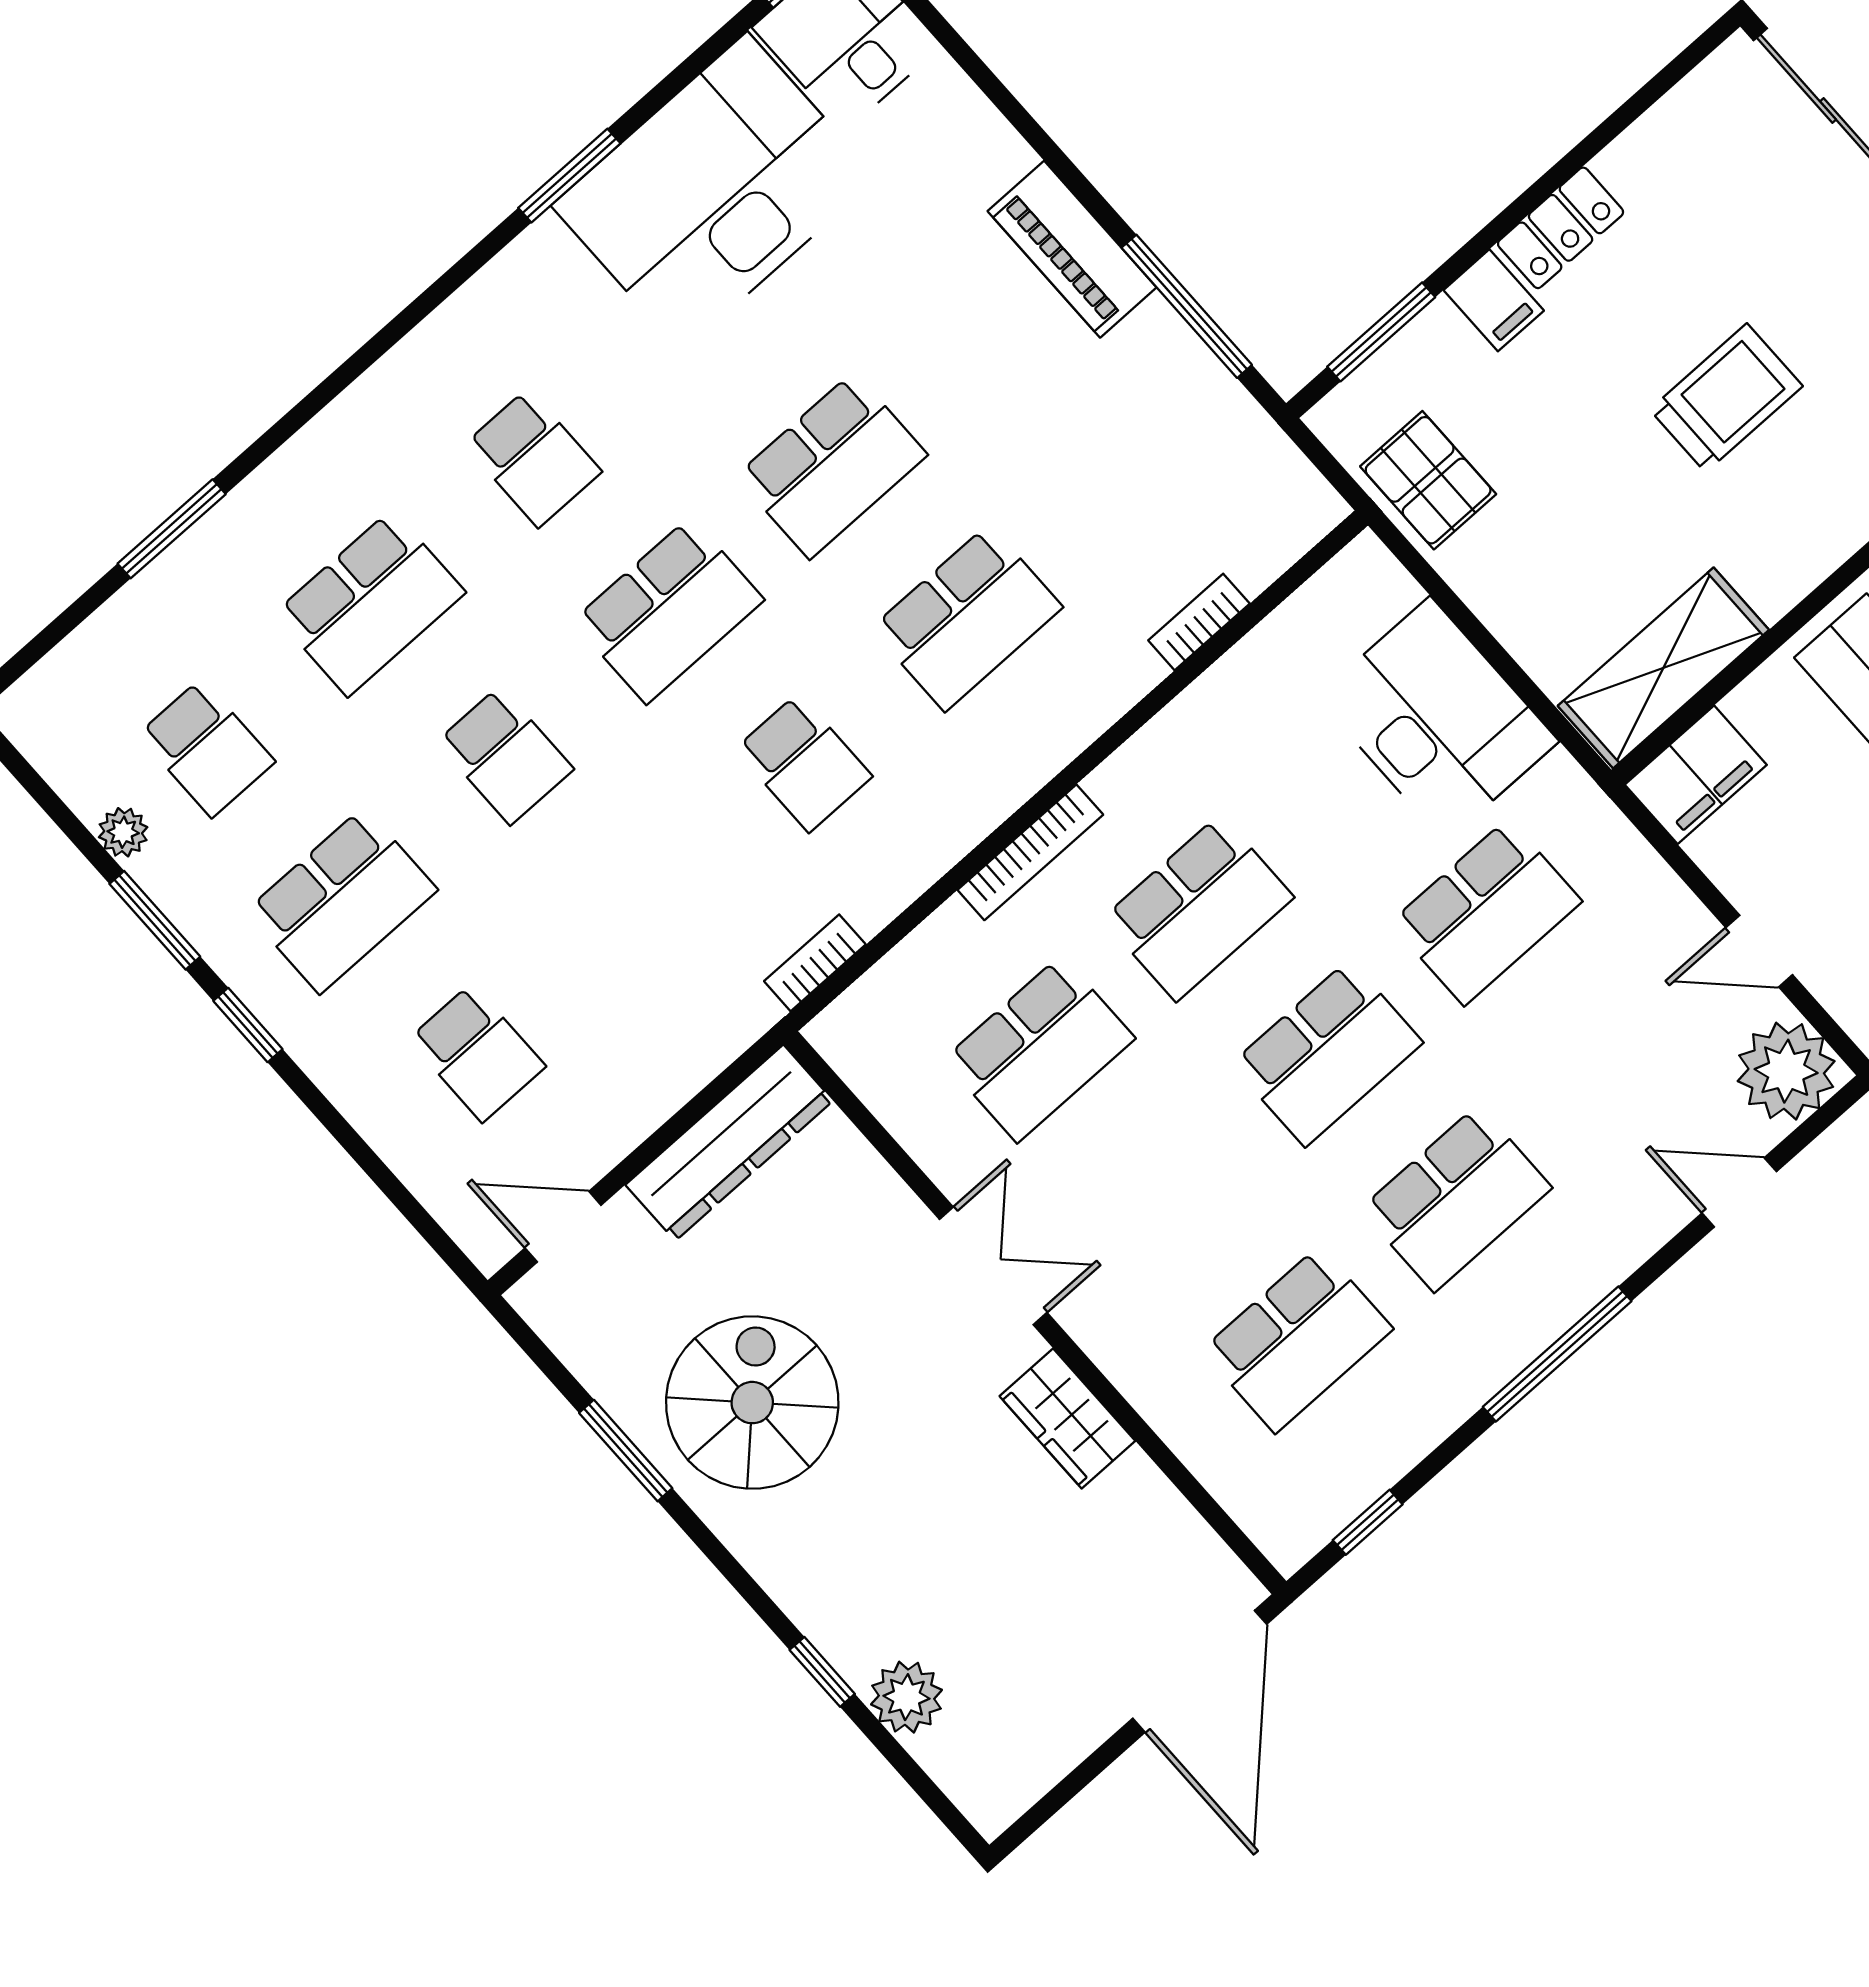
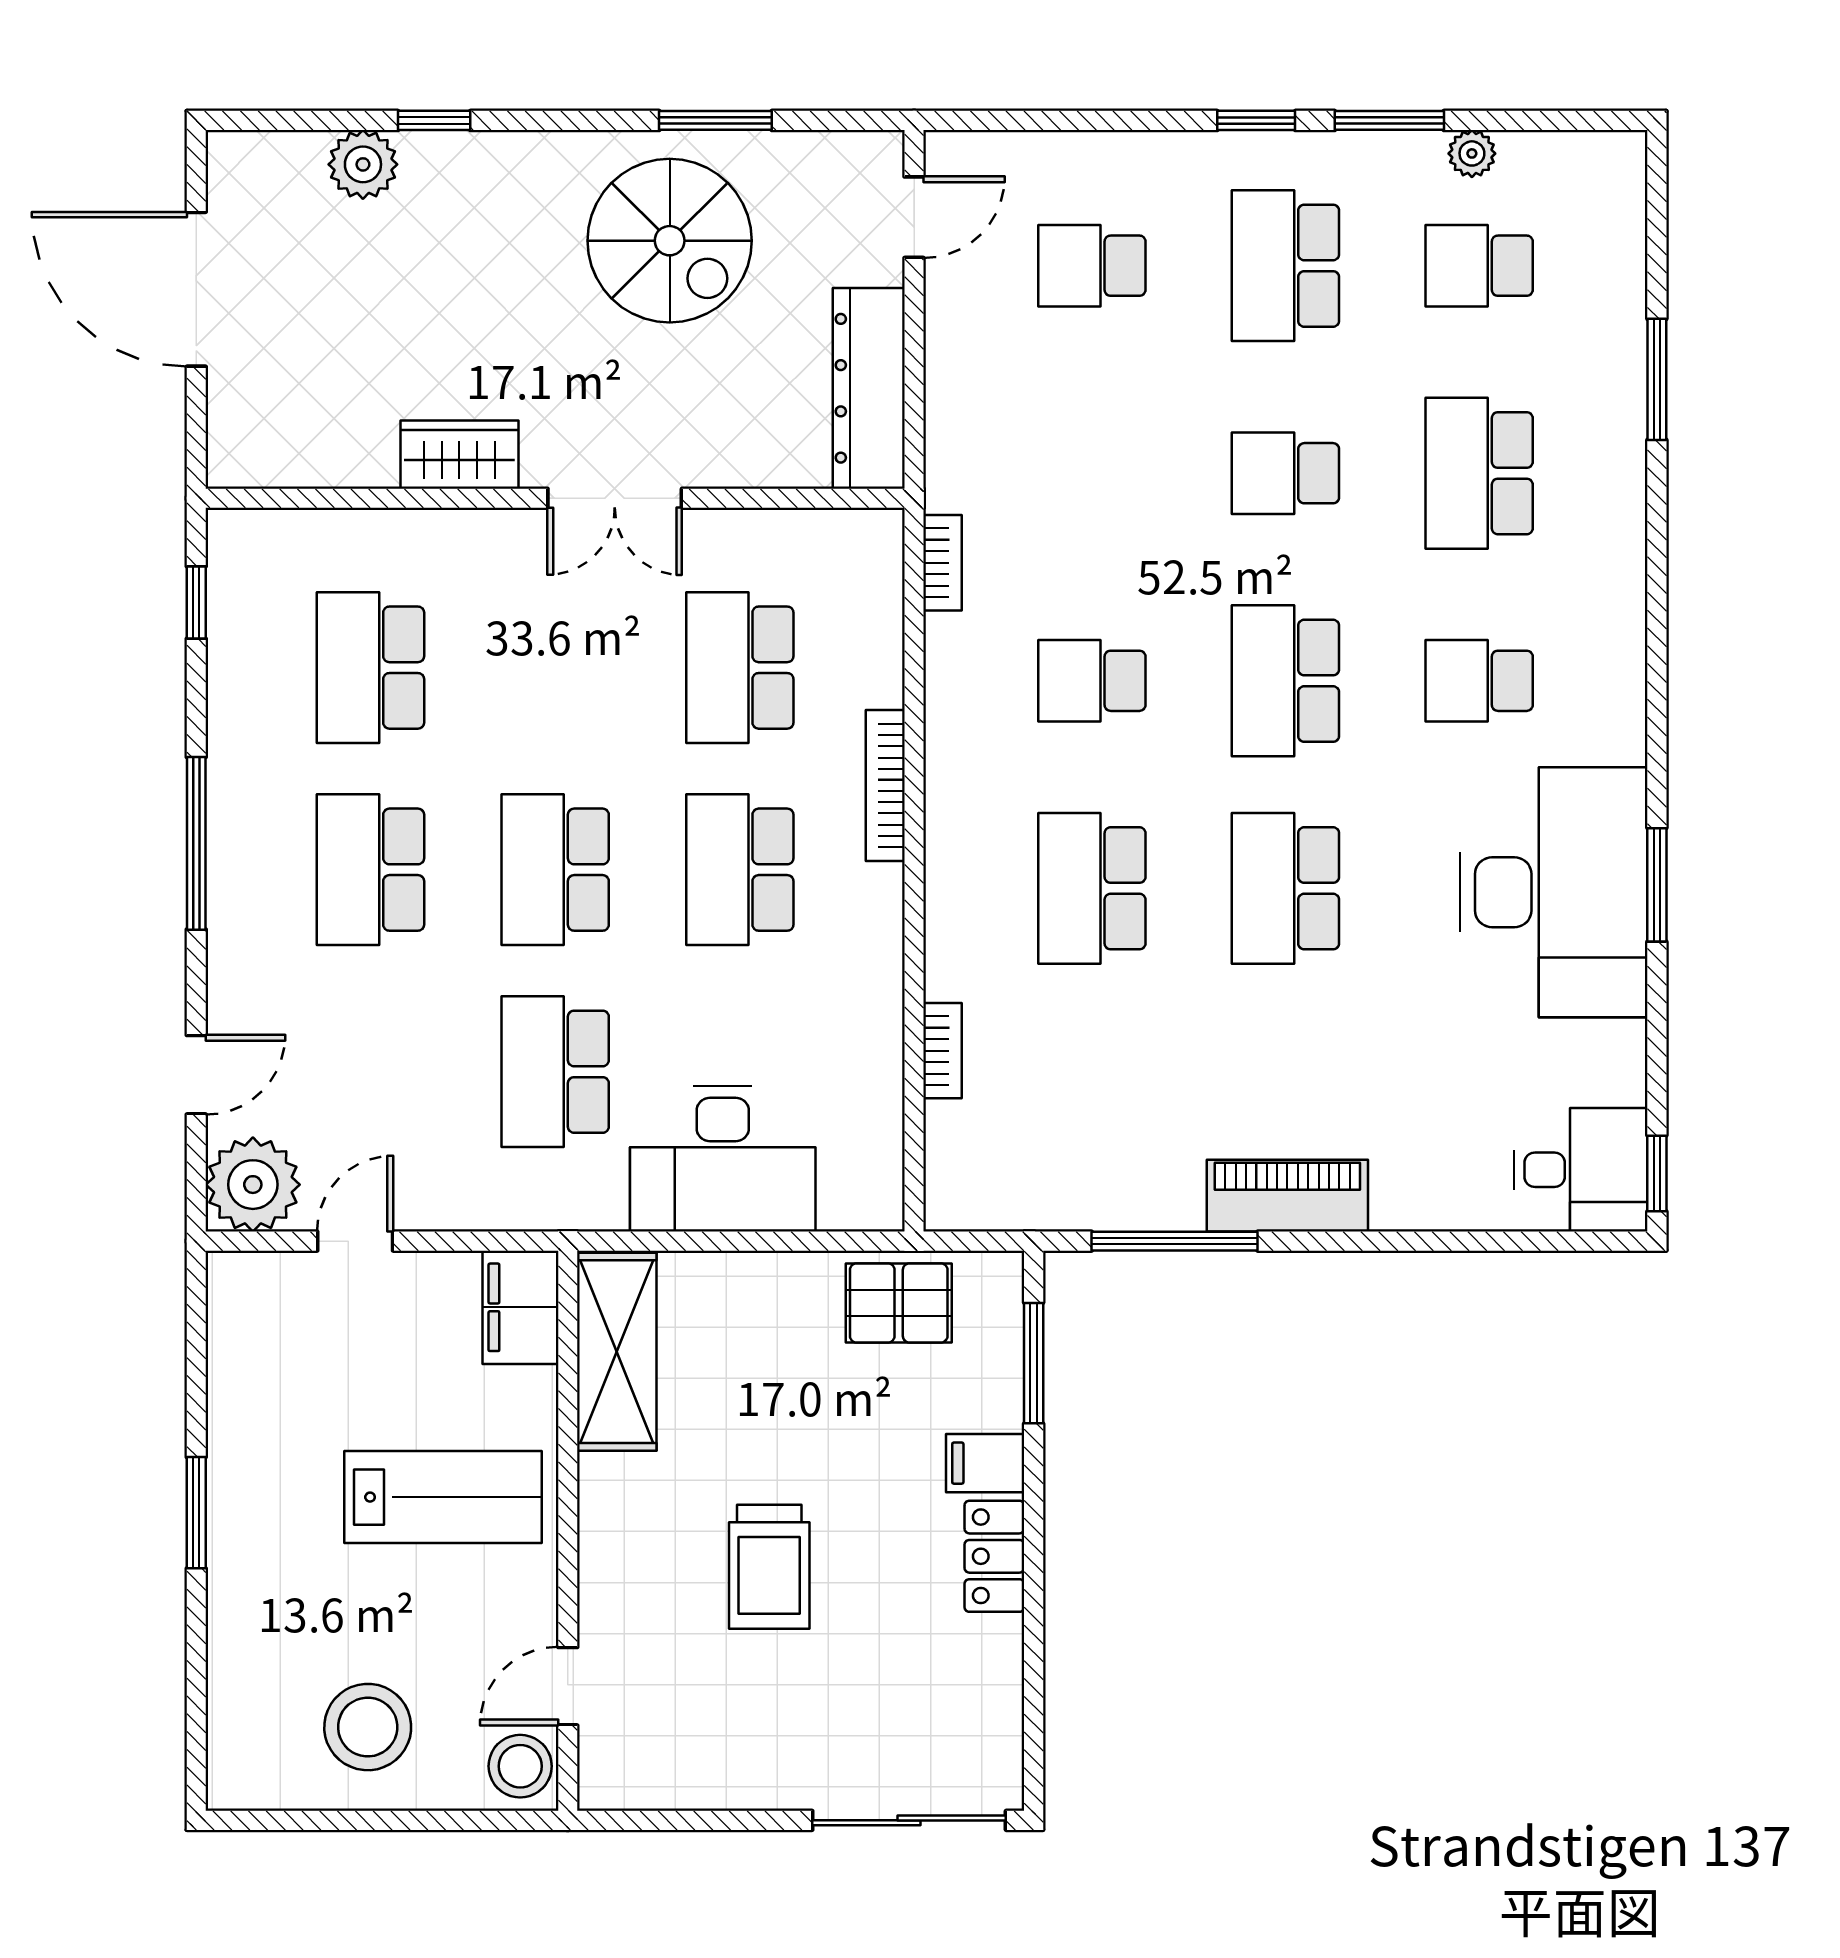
desk: (714, 192) -> (1554, 892), moved
door: (1200, 1671) -> (196, 289), moved

